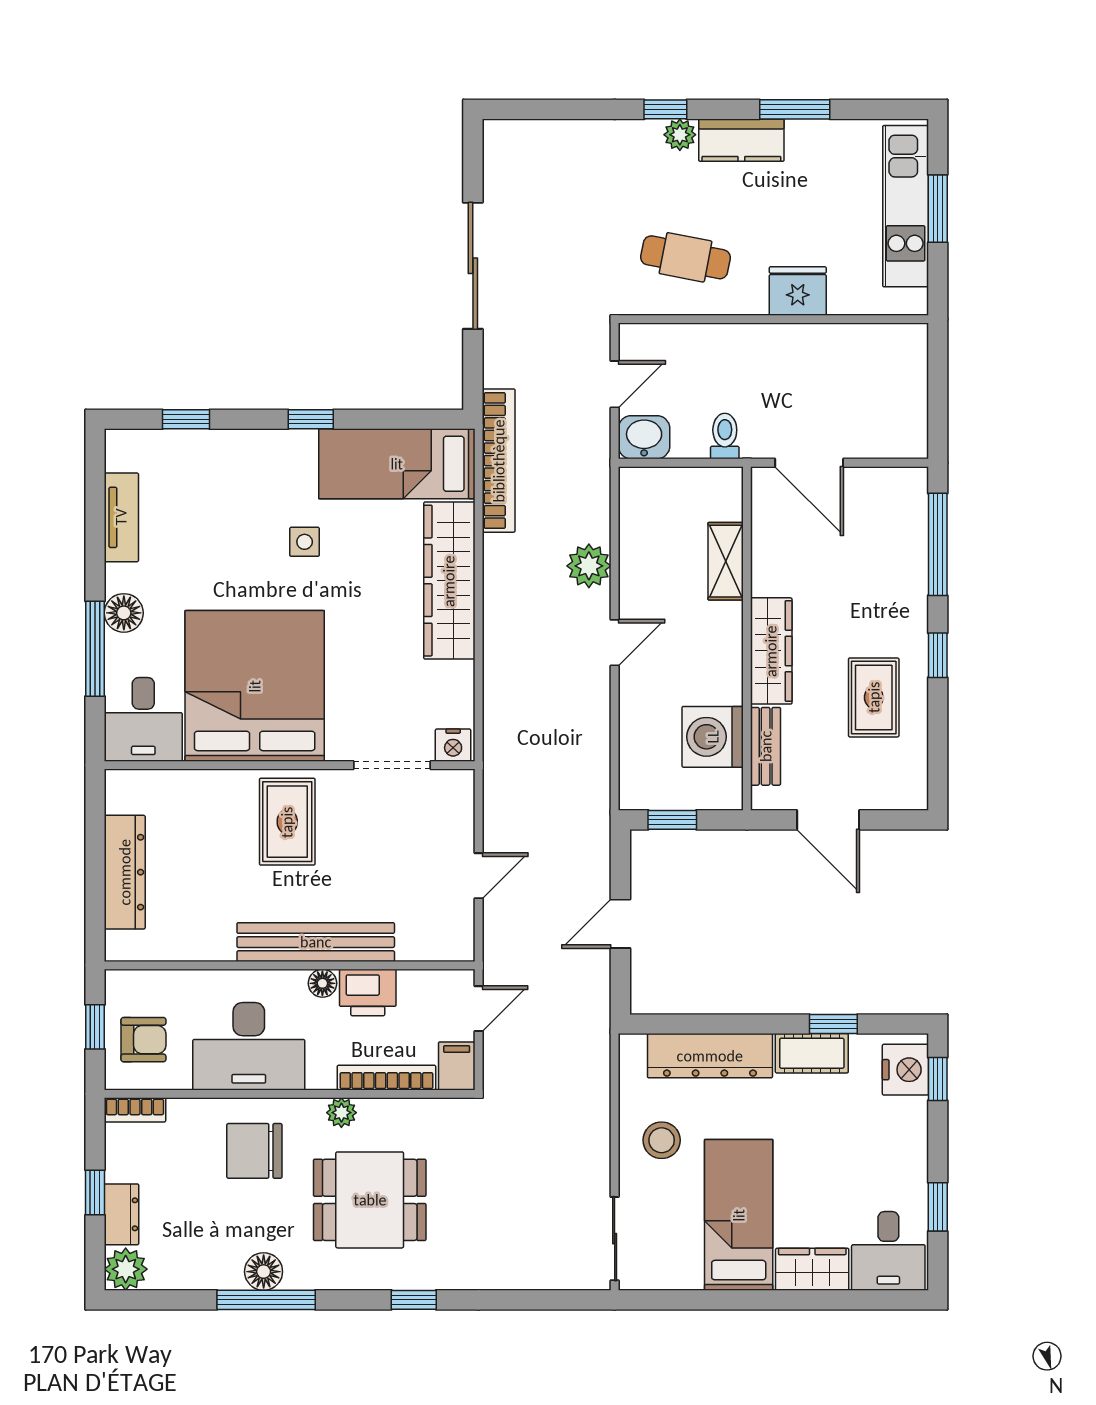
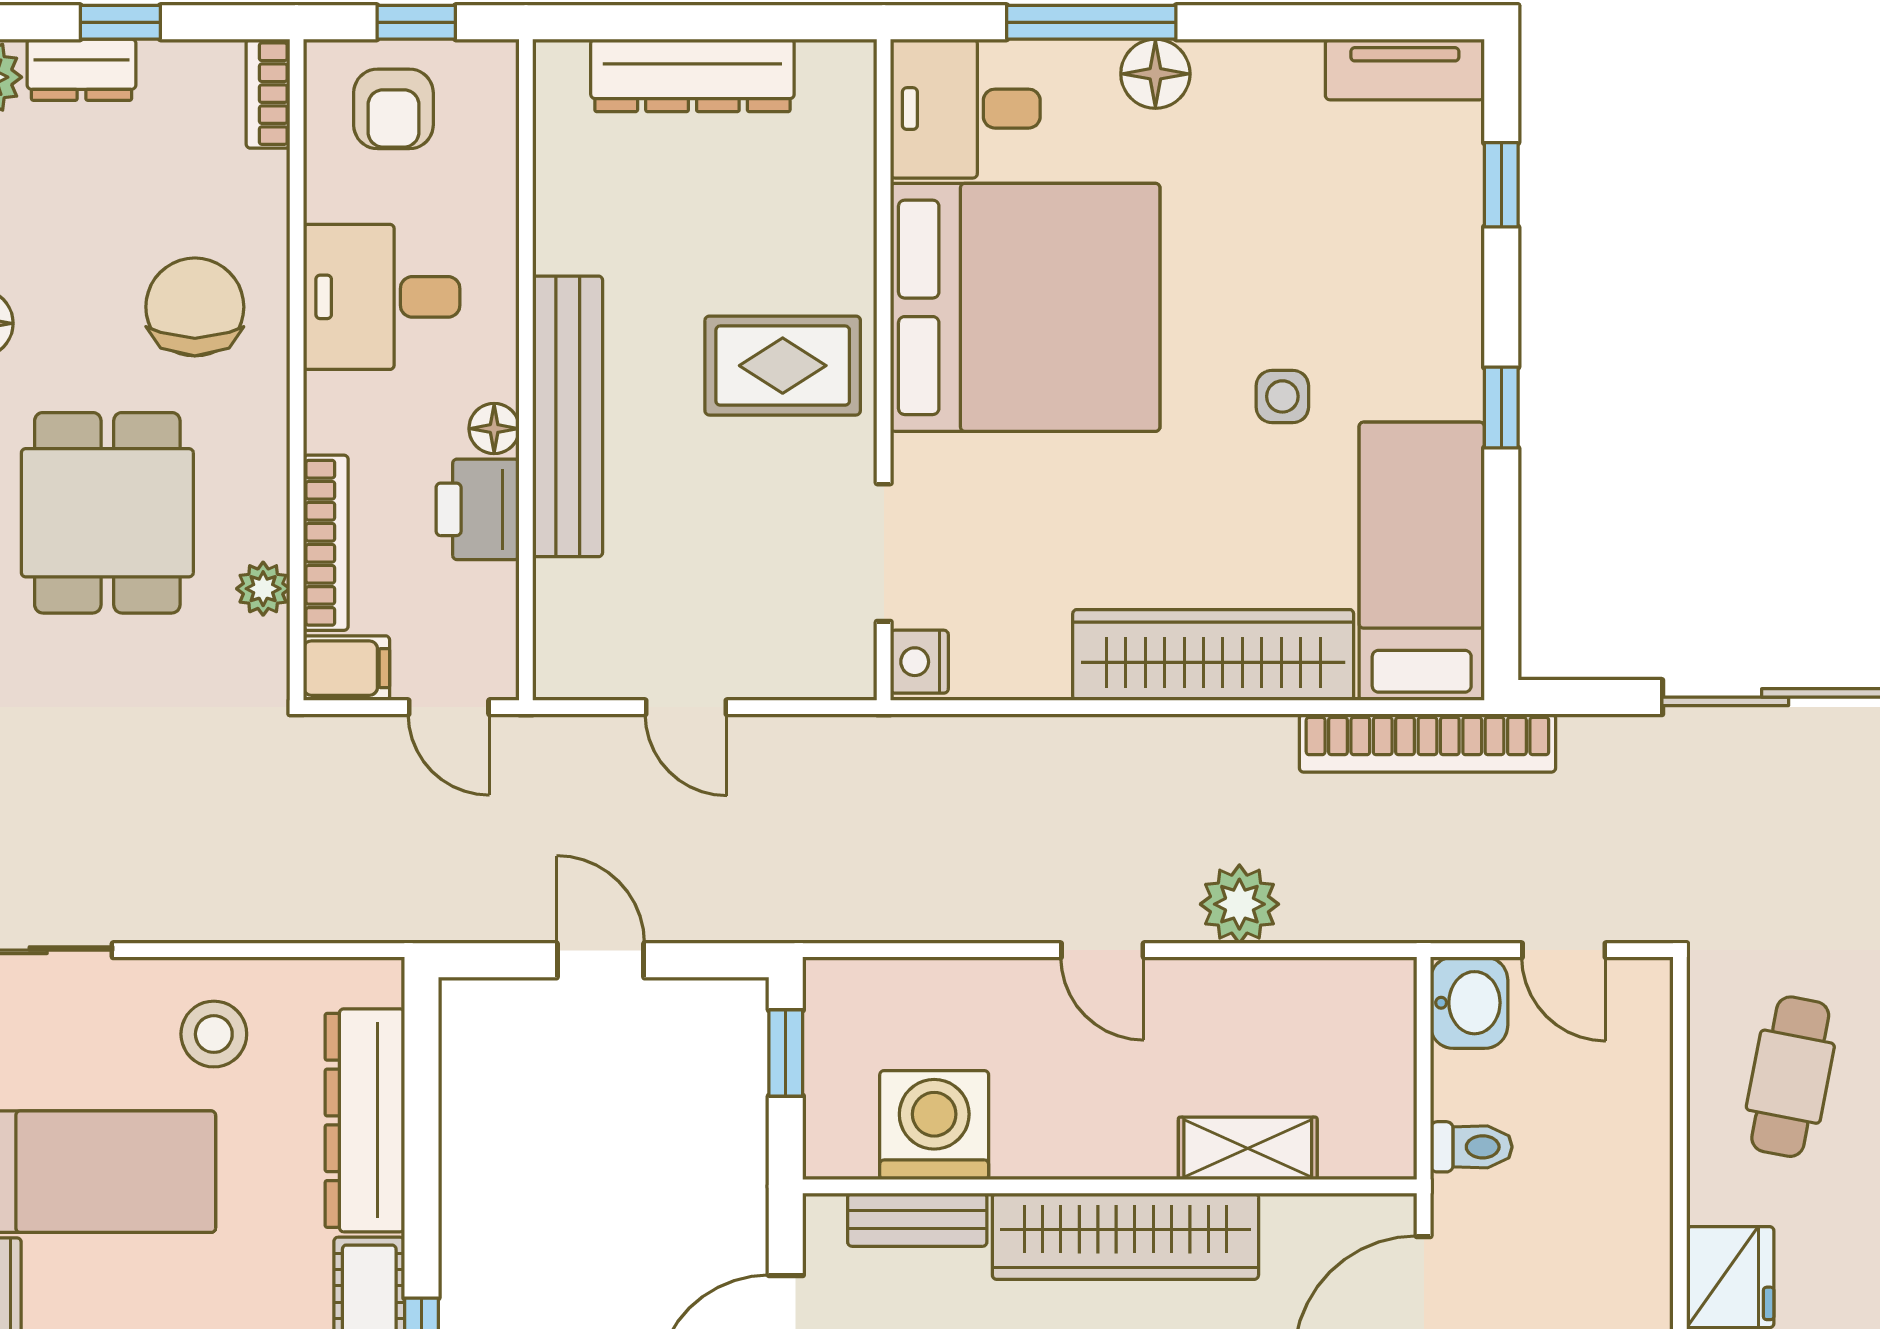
tv unit: (121, 517) -> (1405, 69), moved
wardrobe: (771, 651) -> (1125, 1236), width x1.40, depth x1.17
desk: (249, 1046) -> (382, 297), width x0.73
plant: (341, 1113) -> (263, 589), moved

